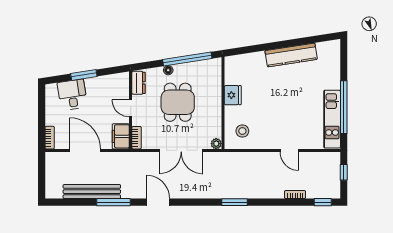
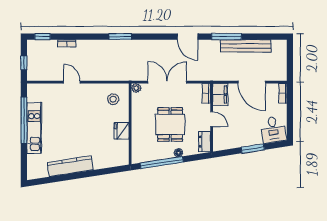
desk: (72, 95) -> (273, 130), moved
kitchen unit: (332, 119) -> (34, 128), moved

